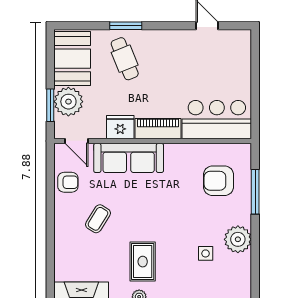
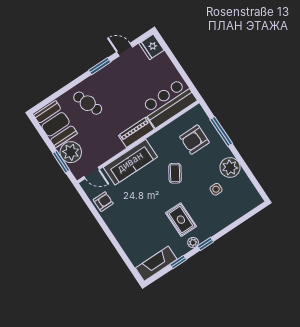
window: (126, 26) -> (100, 66), moved
fridge: (120, 127) -> (152, 47), moved, turned -90
coffee table: (98, 219) -> (175, 173), moved

